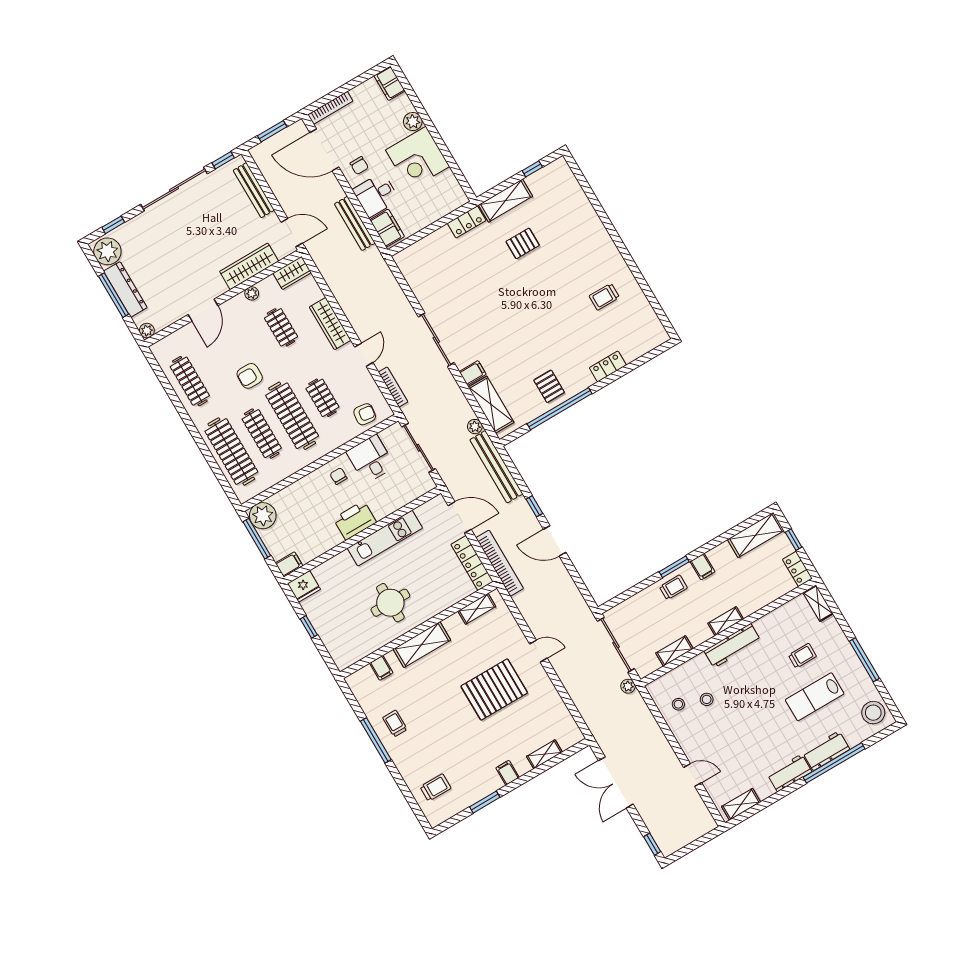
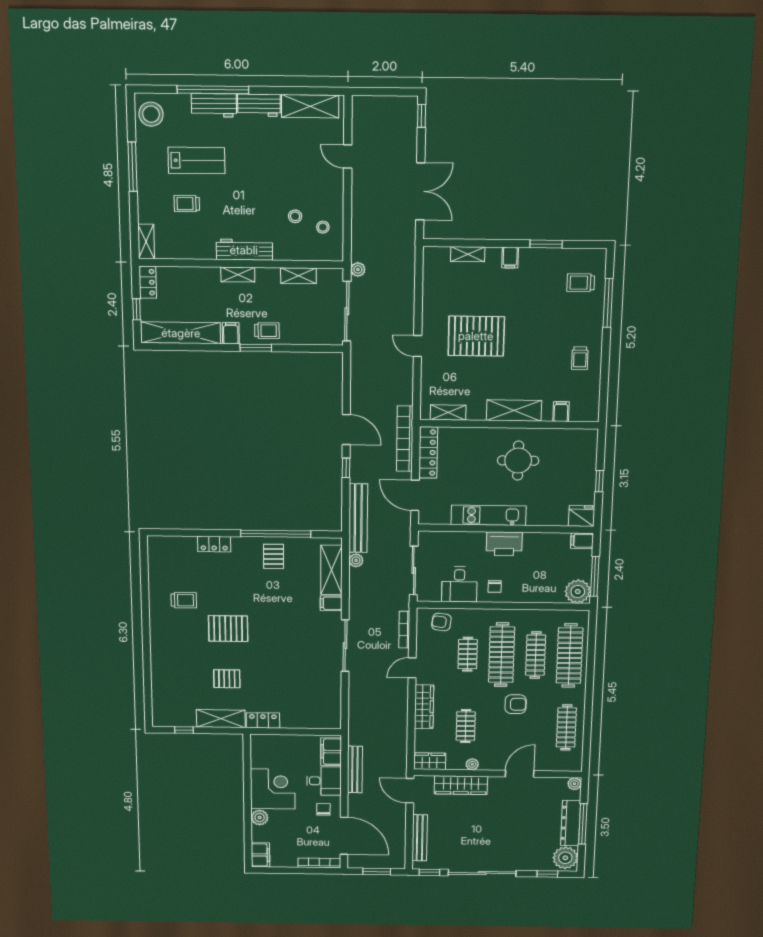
pallet: (550, 293) -> (228, 629), added
shelving: (756, 535) -> (181, 333), width x1.47
trolley: (673, 587) -> (267, 331), turned 180
window: (376, 740) -> (608, 303), moved
shelving: (741, 804) -> (310, 106), width x1.50, depth x1.33

